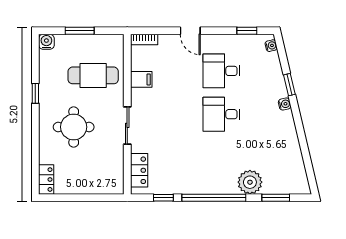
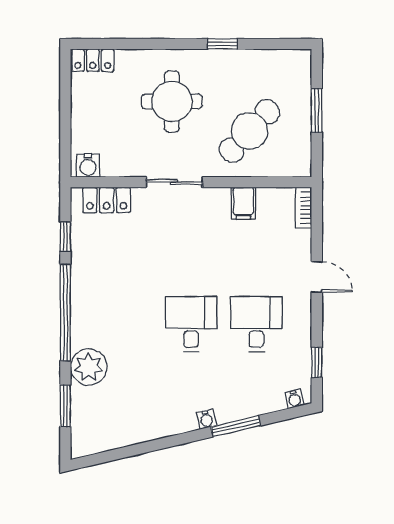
door: (190, 31) -> (317, 277), swing flipped
water cooler: (46, 42) -> (88, 166), moved, turned 90
cafe table: (93, 75) -> (249, 131), turned 43
window: (289, 85) -> (236, 426), width x1.50

